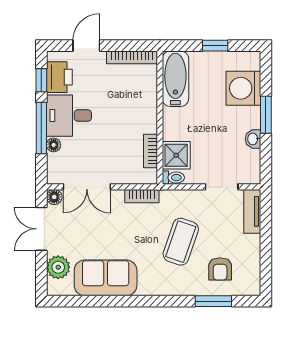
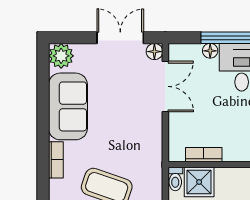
double door: (87, 187) -> (165, 86), swing flipped
bookcase: (142, 196) -> (56, 160), moved, turned 180
plant: (58, 267) -> (61, 56), moved

